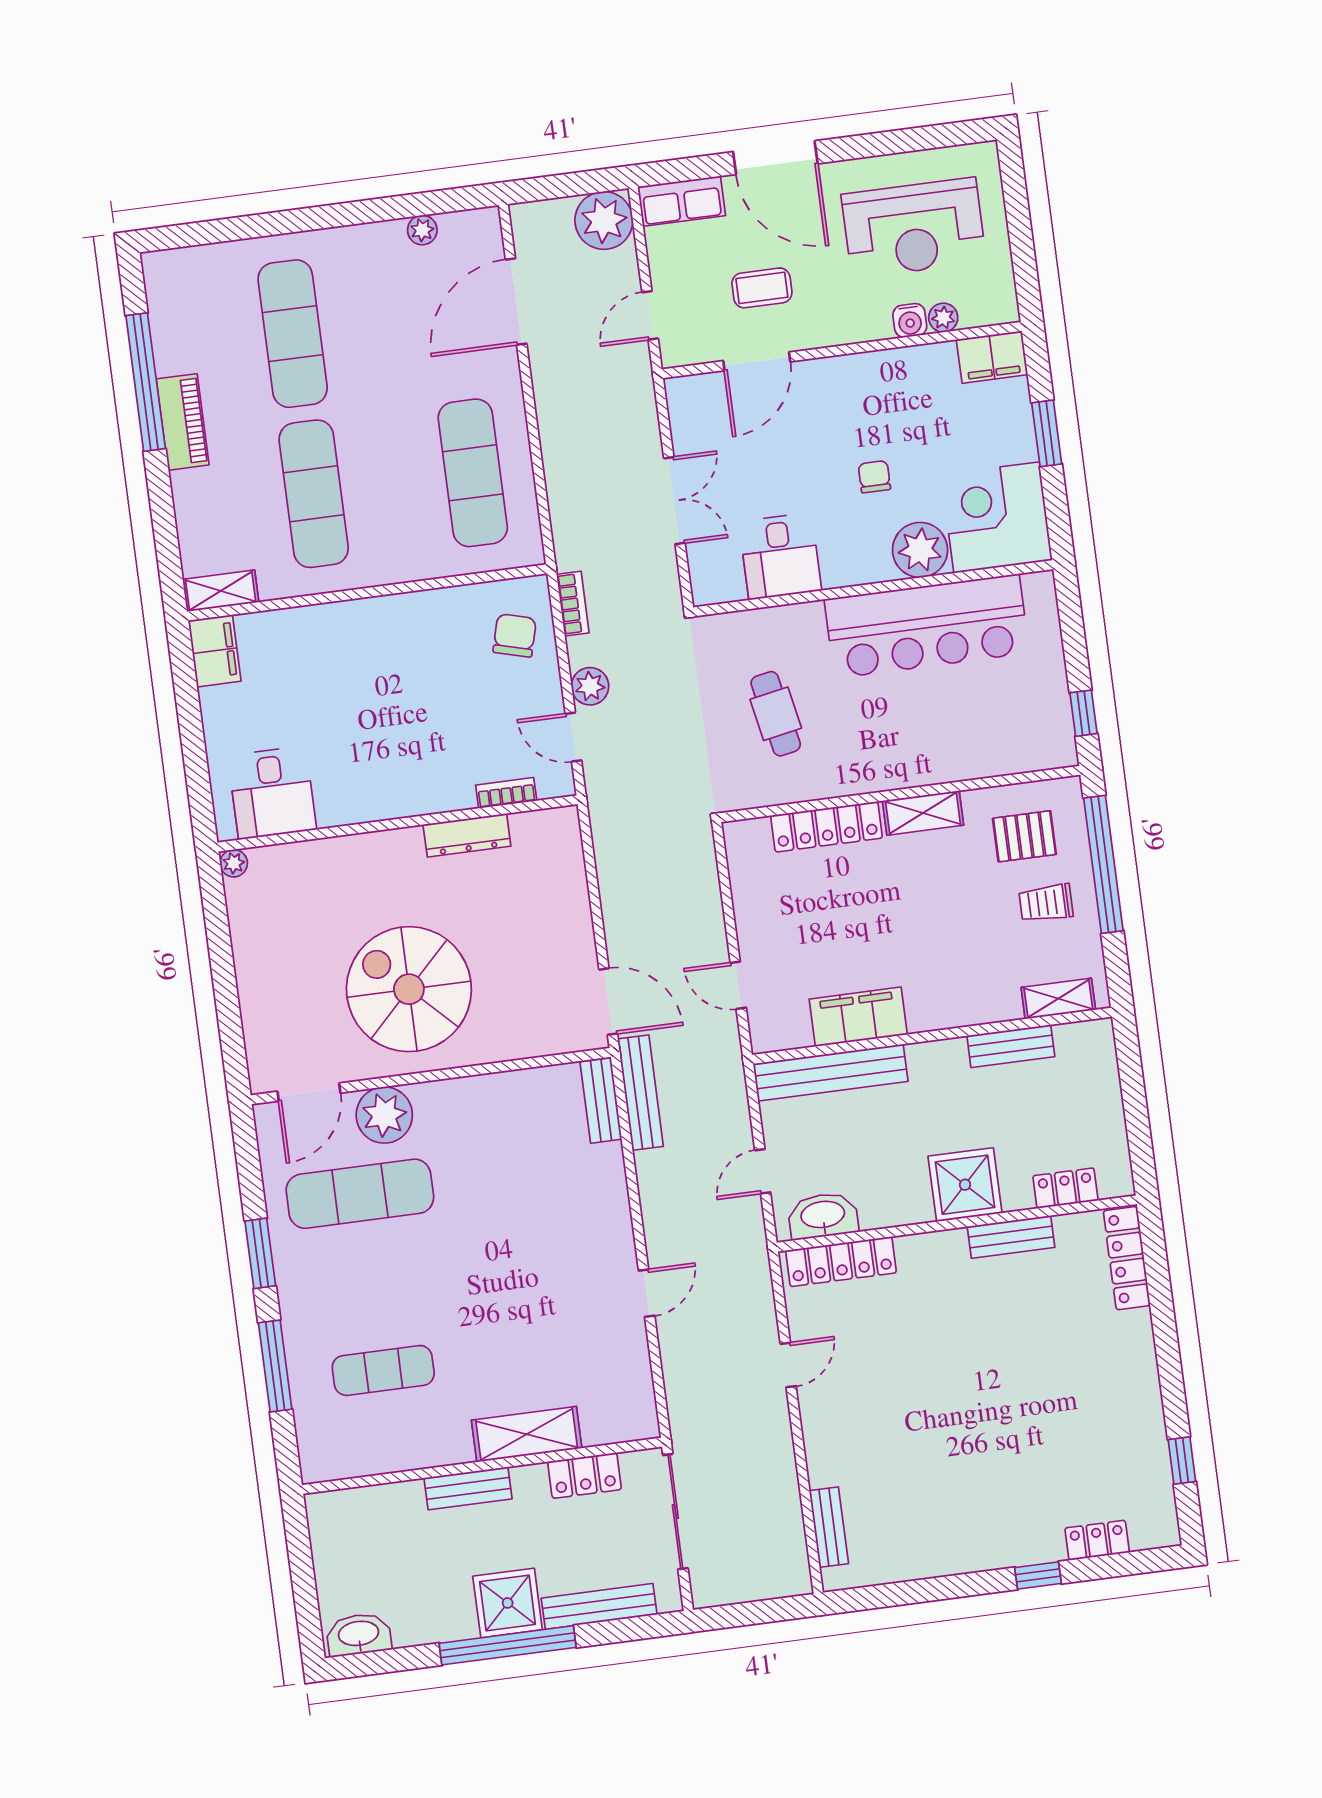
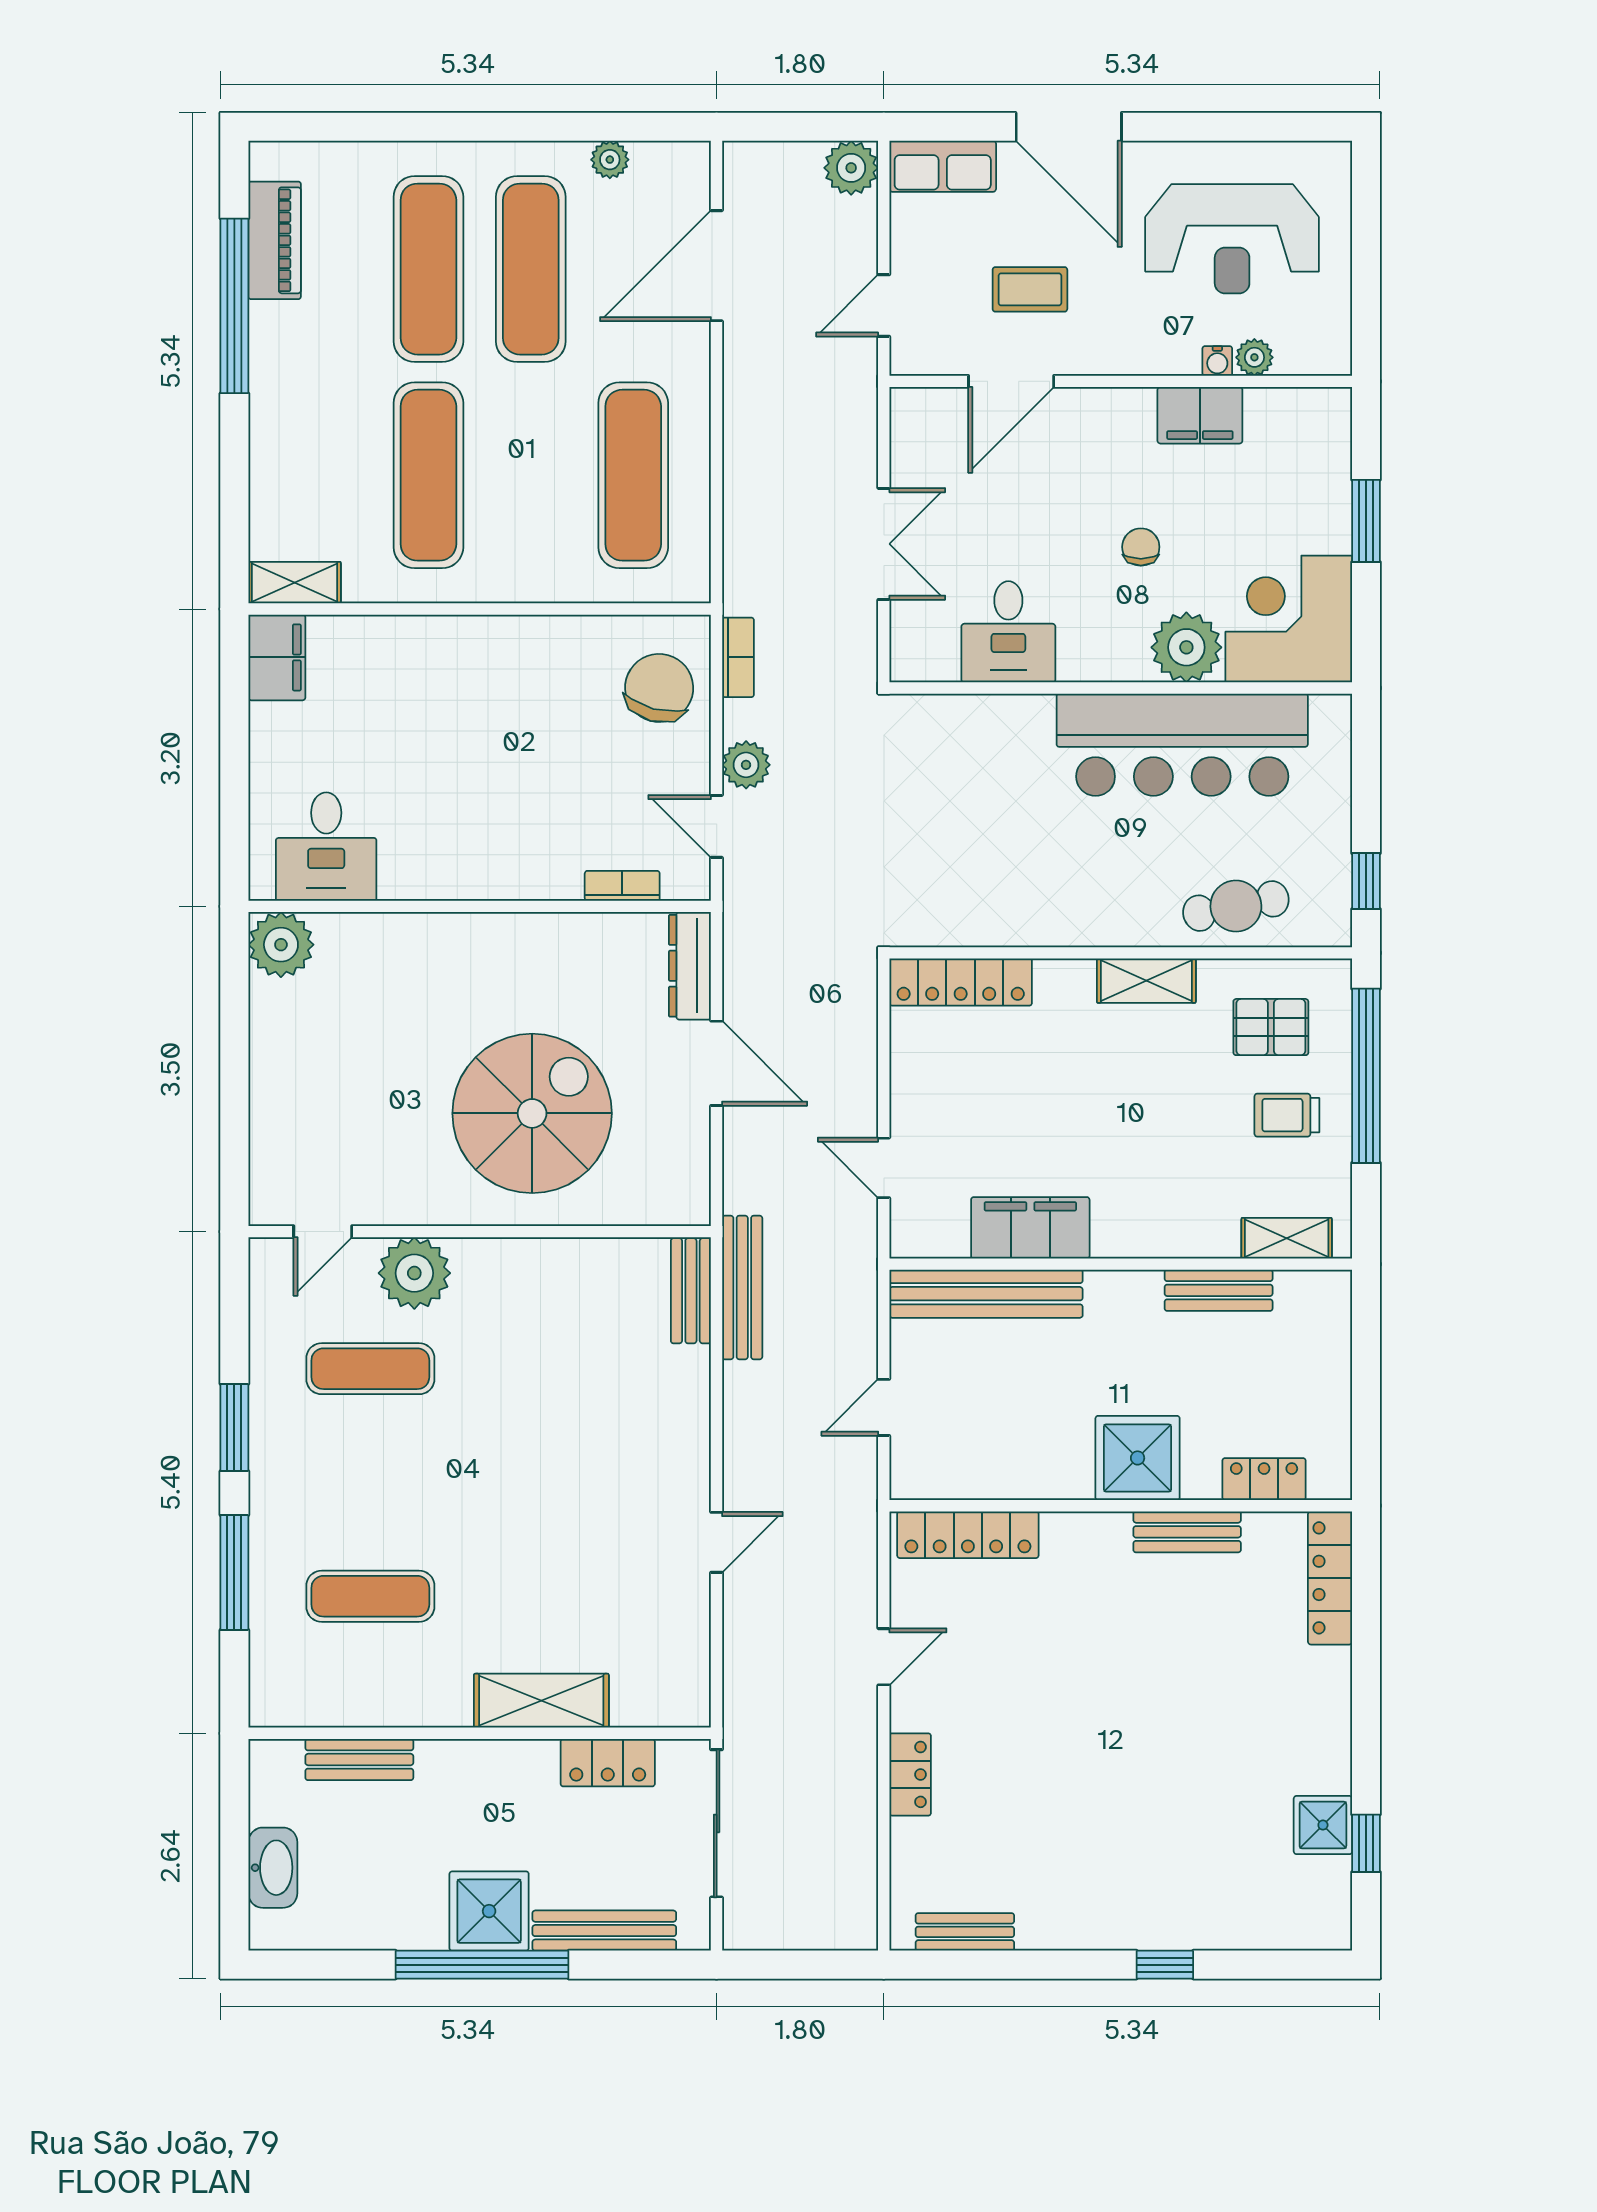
plant: (604, 220) -> (851, 168), width x0.73, depth x0.73
water cooler: (910, 320) -> (1217, 361), width x0.72, depth x0.72
exercise mat: (372, 323) -> (531, 269), added
filing cabinet: (992, 357) -> (1200, 415), moved
piano: (183, 422) -> (275, 240), moved
chair: (515, 635) -> (659, 688), width x1.37, depth x1.37
cafe table: (776, 714) -> (1236, 906), moved, turned 90
locker: (826, 827) -> (961, 982), moved
dresser: (467, 835) -> (690, 966), moved, turned 90
plant: (234, 863) -> (281, 945), width x1.87, depth x1.87
spiral stairs: (409, 989) -> (532, 1113), moved, turned 90
door: (608, 1002) -> (717, 1063), moved
door: (309, 1092) -> (323, 1232), width x0.73
exercise mat: (360, 1194) -> (370, 1369), width x0.73, depth x0.69
washbasin: (823, 1216) -> (953, 1474), removed
shower: (1147, 1451) -> (1323, 1825), added
bench: (468, 1488) -> (359, 1760), moved
bench: (829, 1527) -> (965, 1932), moved, turned 90
locker: (1097, 1540) -> (910, 1774), moved, turned 90
washbasin: (359, 1634) -> (273, 1868), moved, turned 90

